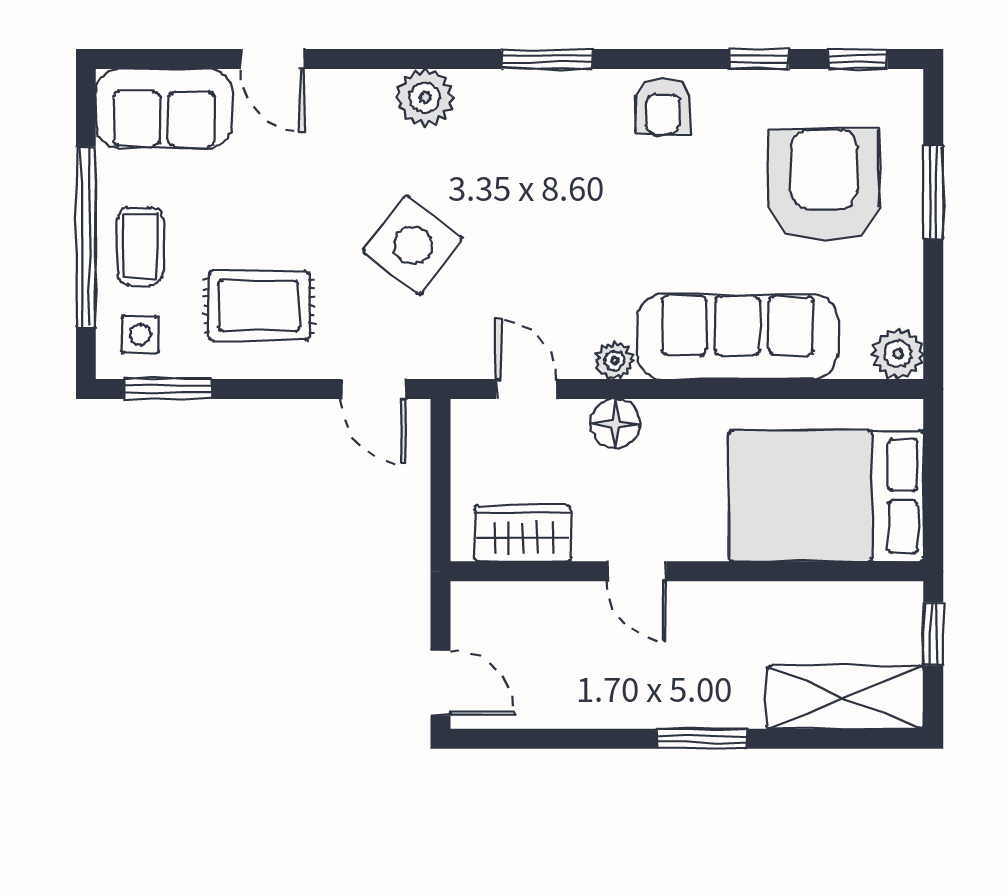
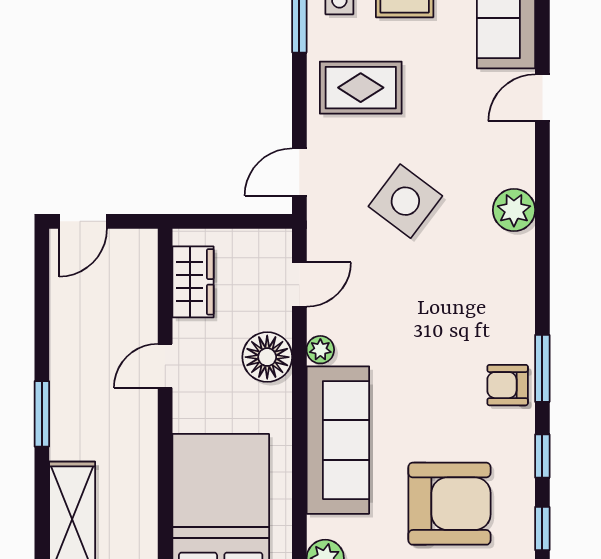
window: (547, 59) -> (542, 368), moved
rug: (259, 306) -> (361, 88), turned 90
floor lamp: (615, 423) -> (267, 357), width x1.38, depth x1.38

